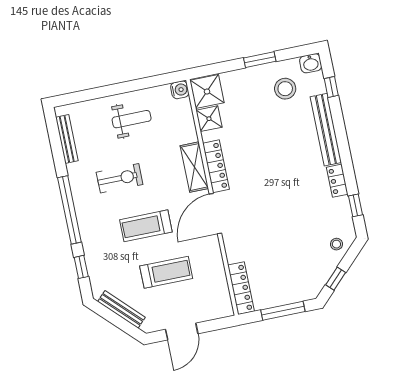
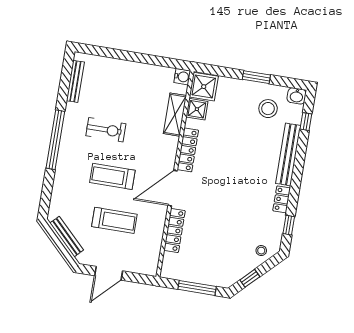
weight bench: (132, 119) -> (134, 86), removed
shelving: (194, 167) -> (175, 115), moved
window: (81, 267) -> (47, 190), removed
locker: (241, 288) -> (175, 230), moved

